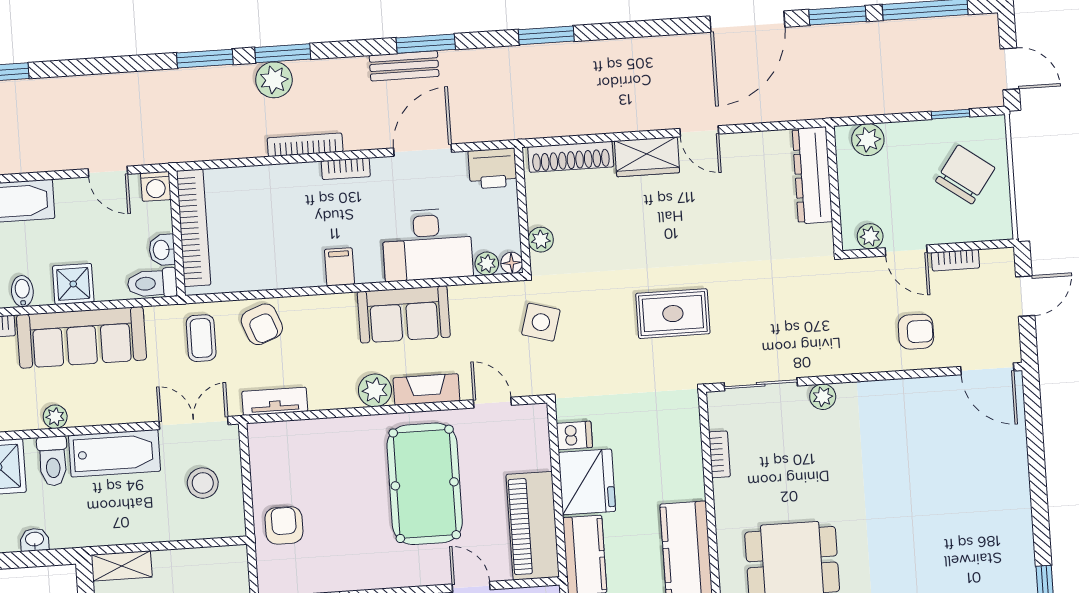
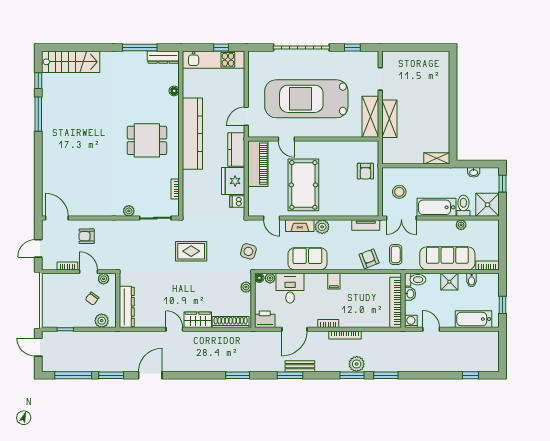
door: (747, 22) -> (150, 375), width x0.73
chair: (965, 175) -> (92, 299), moved, width x0.54, depth x0.54
desk: (427, 245) -> (290, 288), width x0.73

